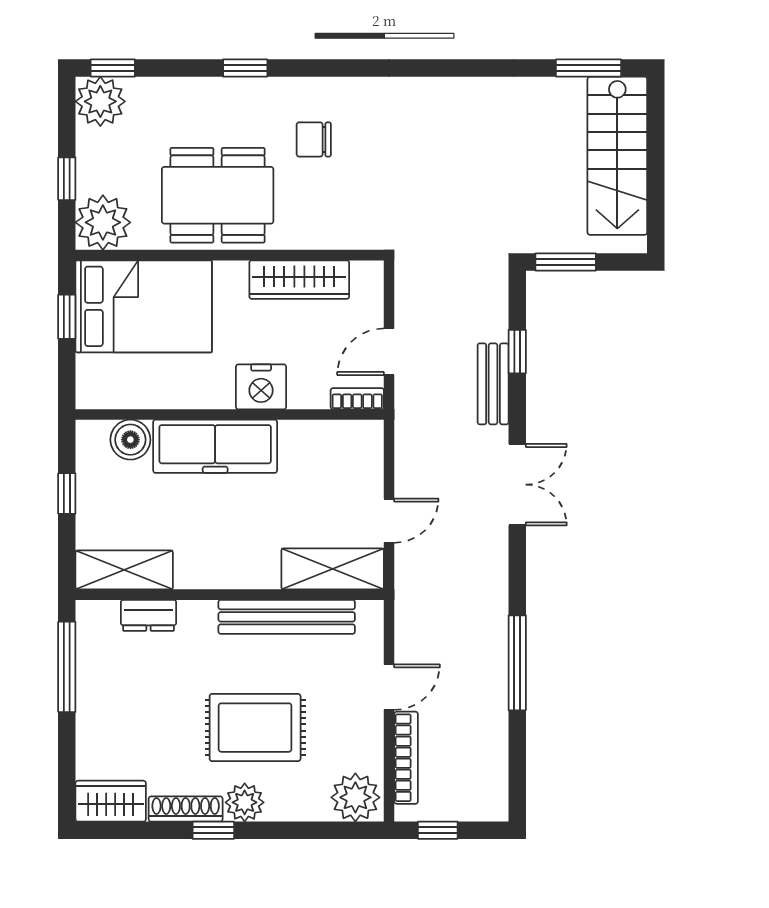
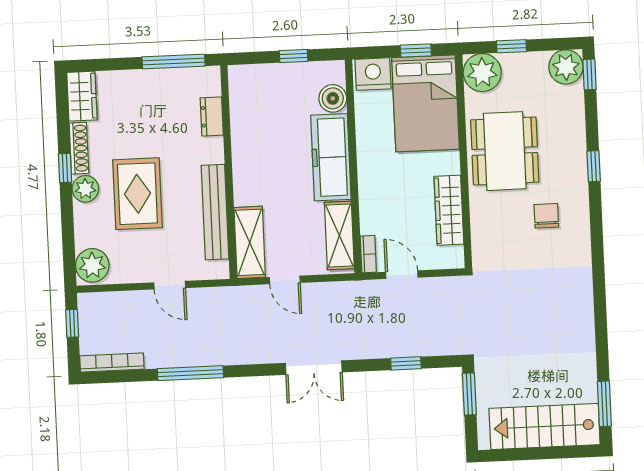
bench: (493, 384) -> (383, 348), removed
nightstand: (261, 387) -> (373, 74), moved, turned 90
shelving: (124, 570) -> (339, 236), moved
bookcase: (406, 758) -> (112, 363), moved, turned 180

